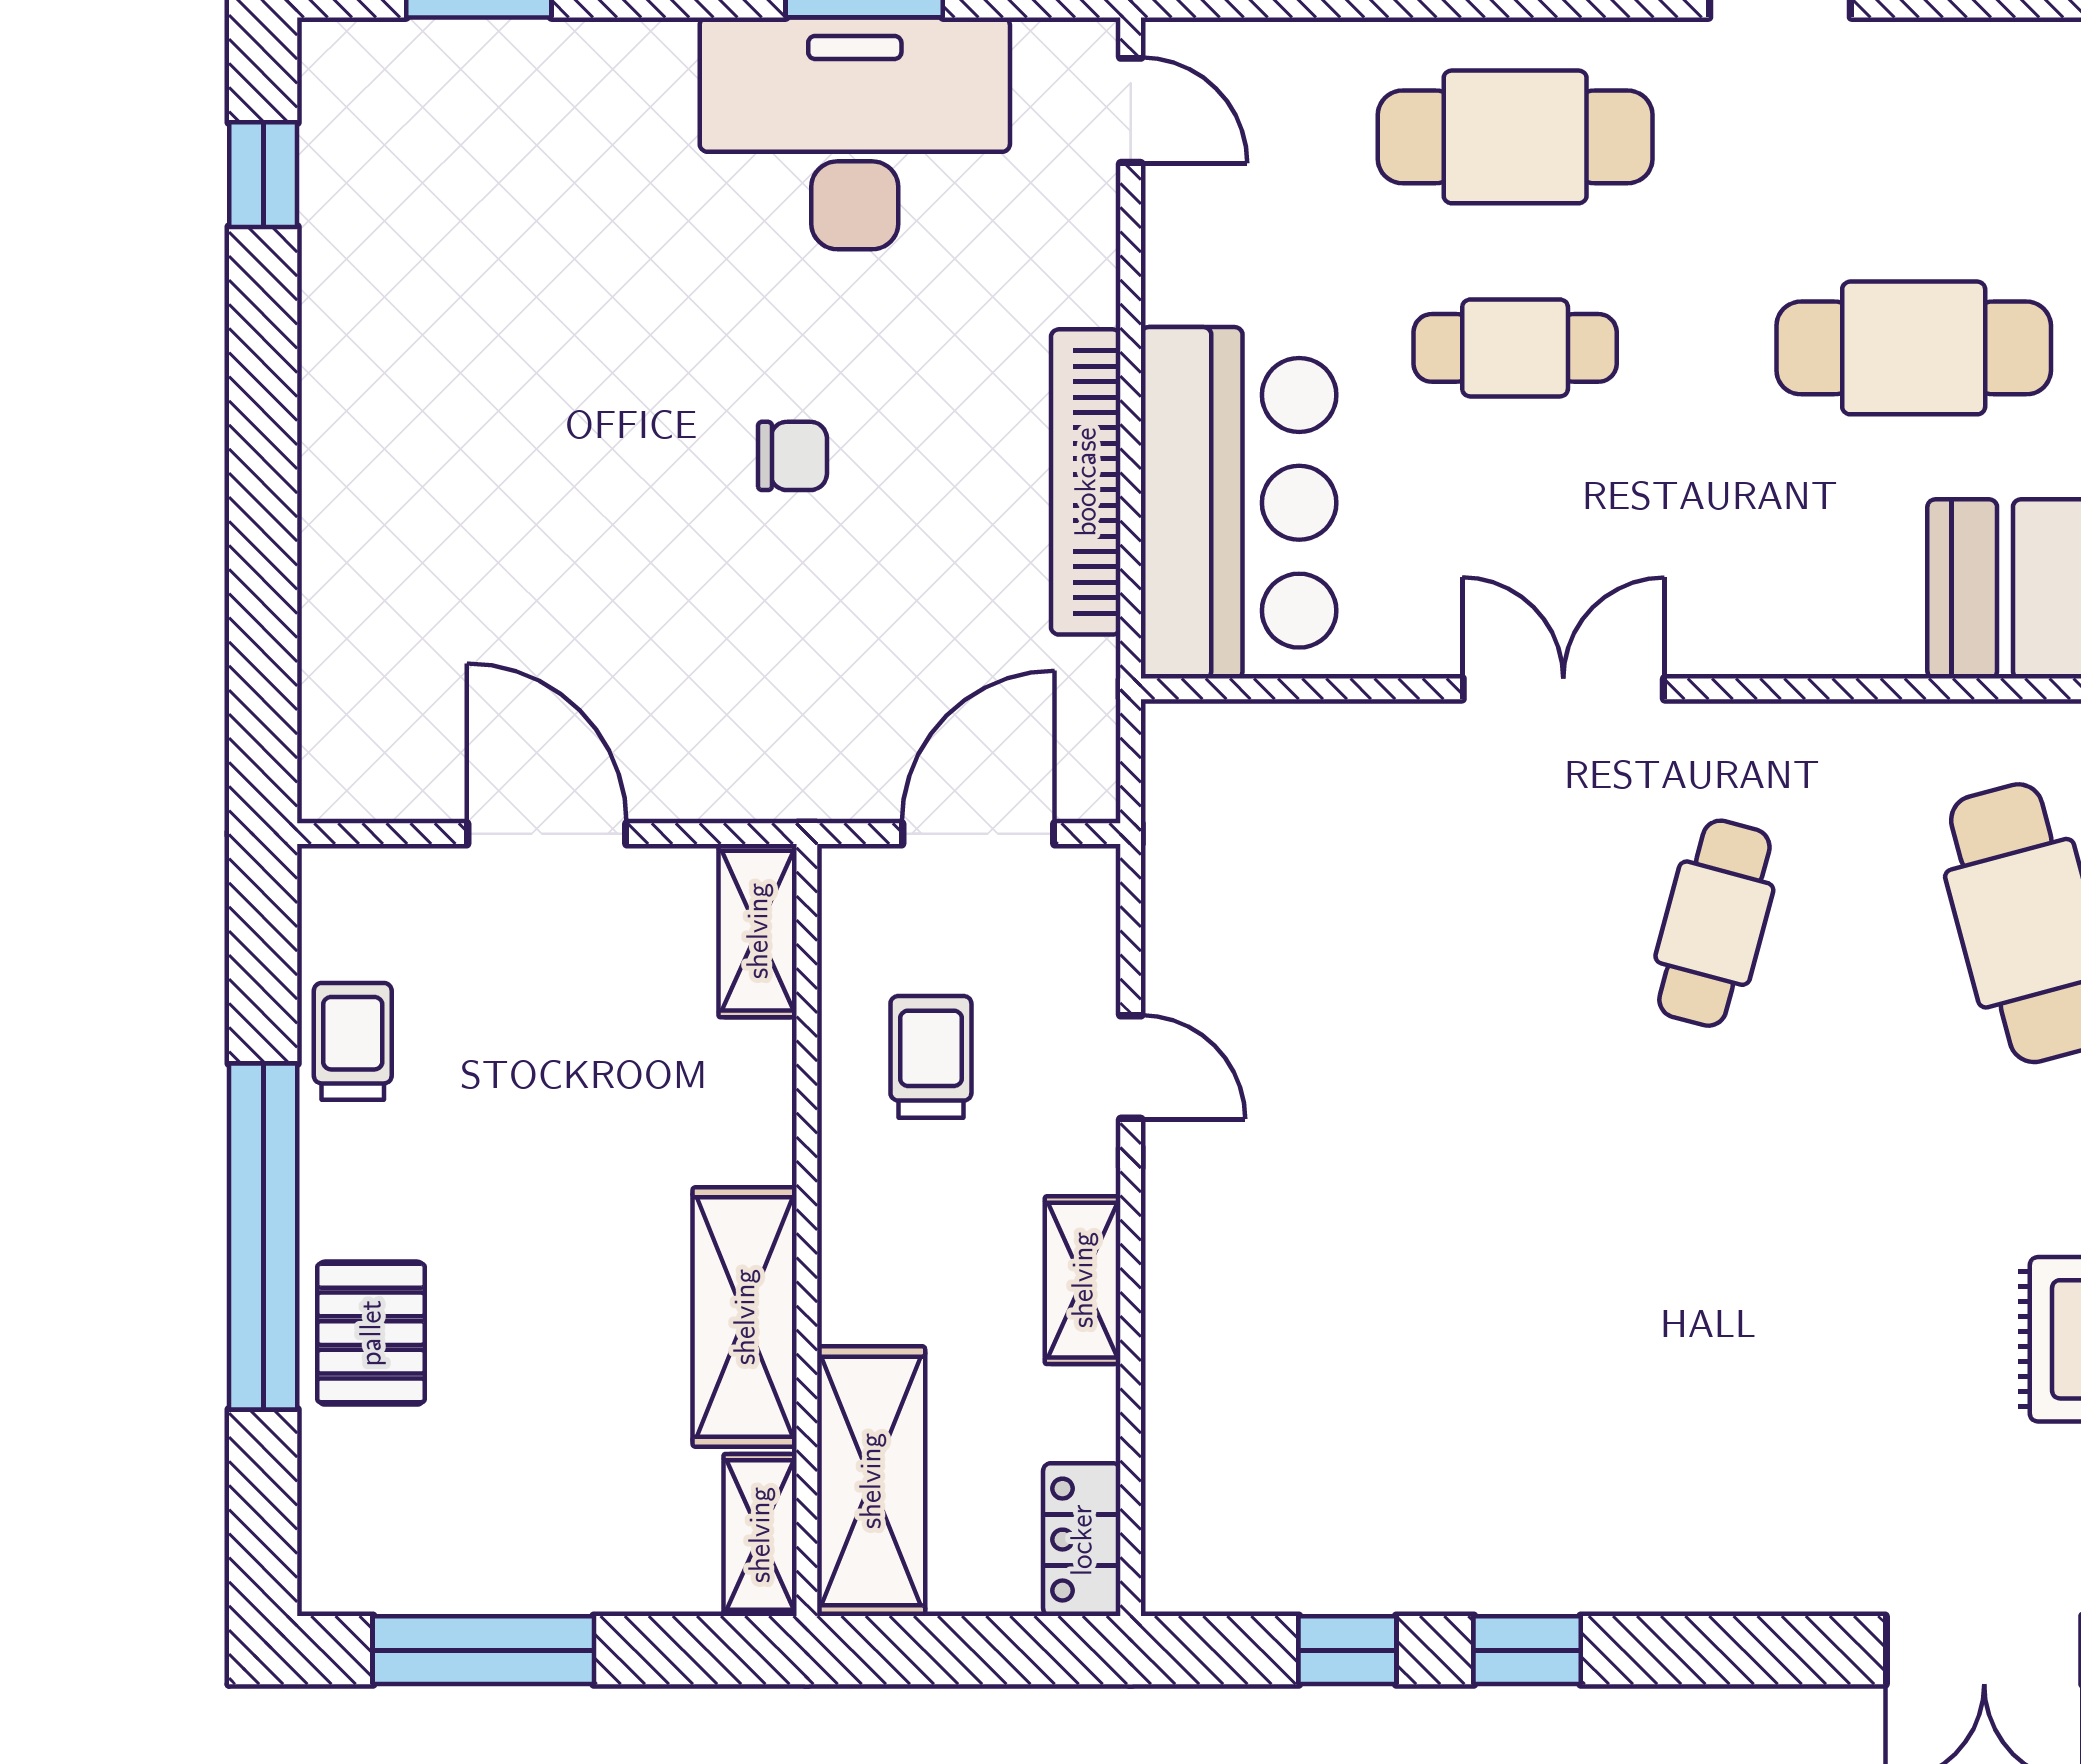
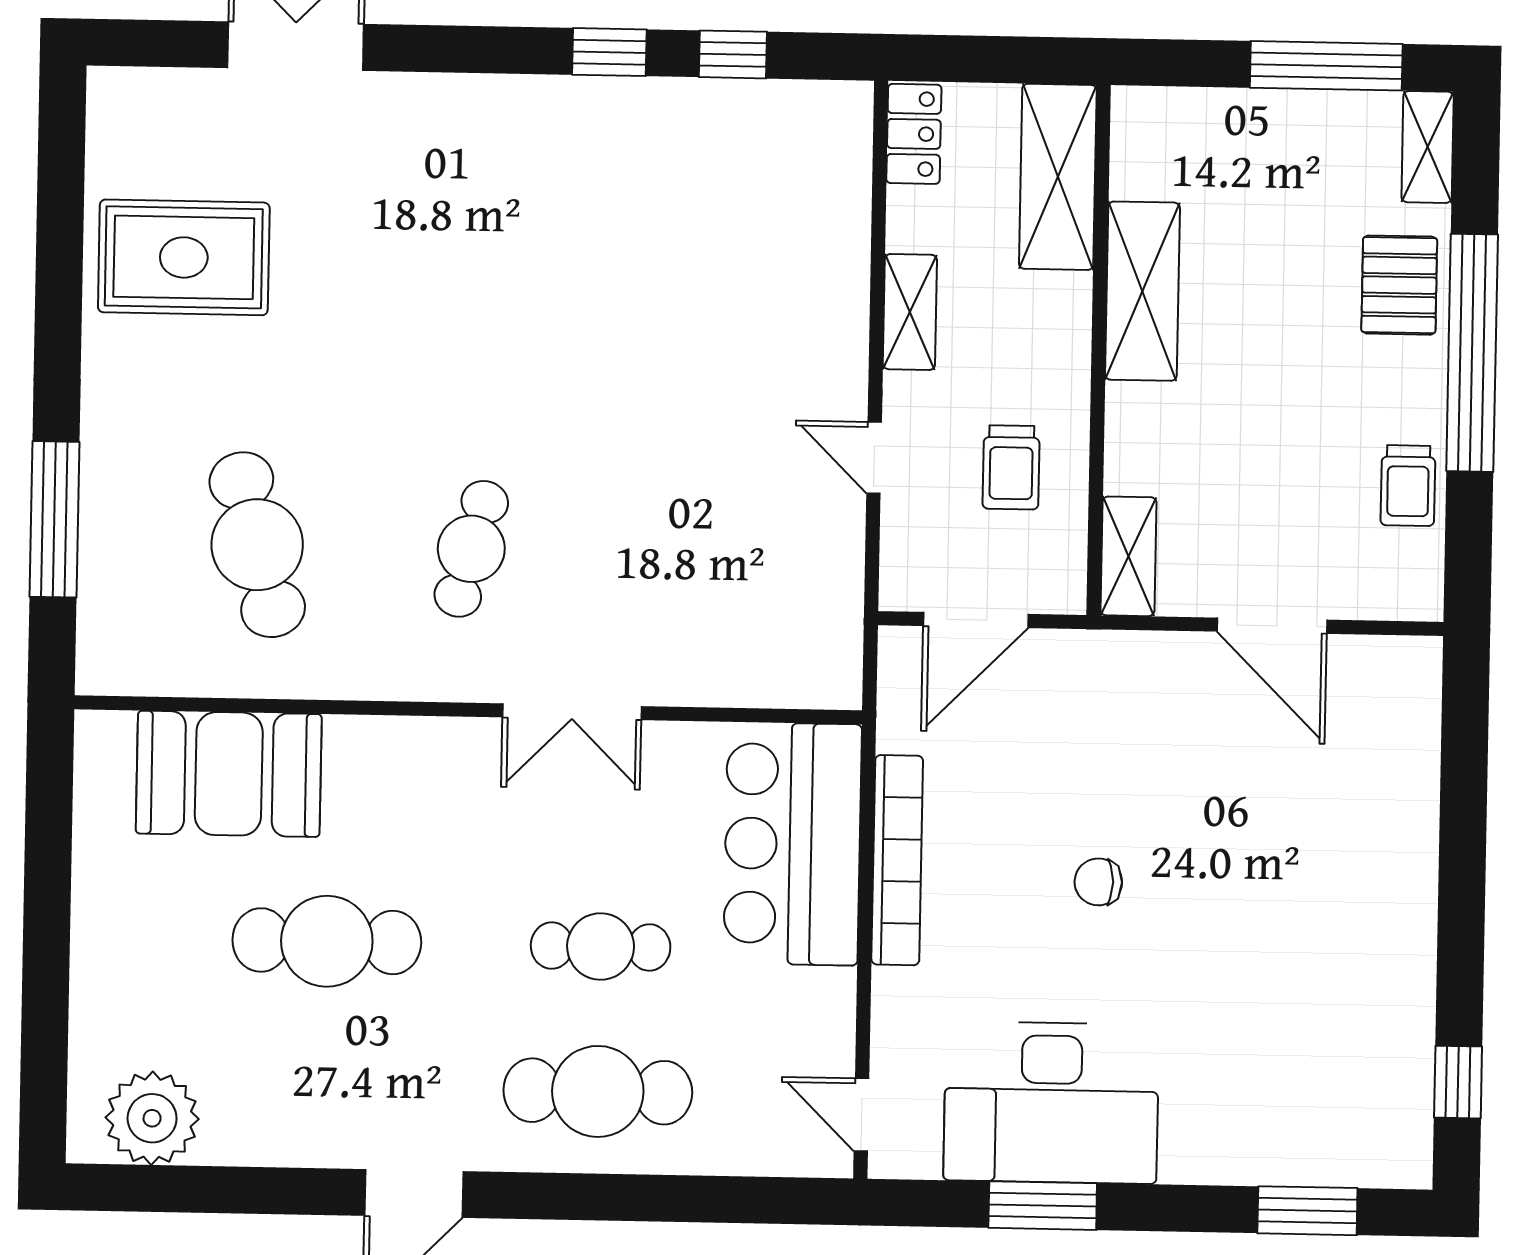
shelving: (760, 1535) -> (1428, 147), moved

